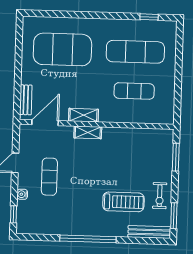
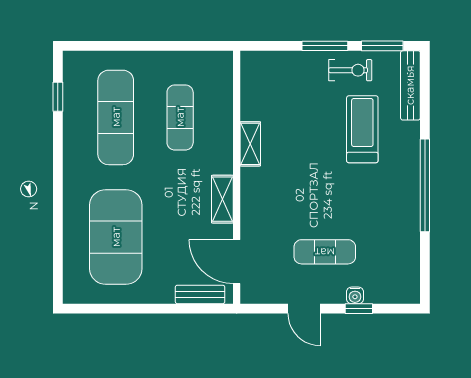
shelving: (88, 132) -> (250, 144), moved
window: (176, 157) -> (325, 46), moved
window: (14, 214) -> (359, 309), moved

